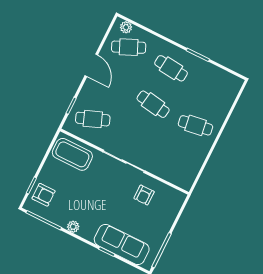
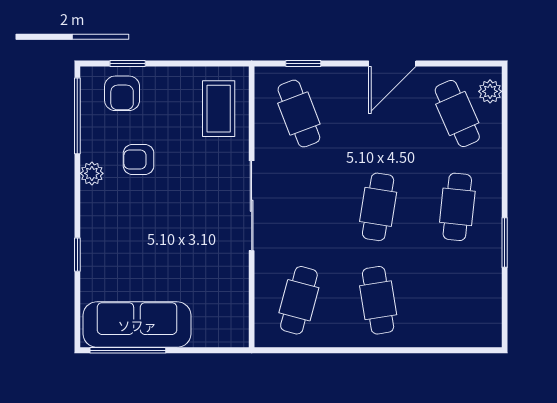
coffee table: (72, 154) -> (219, 109), width x0.73, depth x0.76
cafe table: (178, 161) -> (299, 300), added
armchair: (144, 195) -> (139, 159), moved
sofa: (122, 244) -> (137, 325), moved, turned -90

